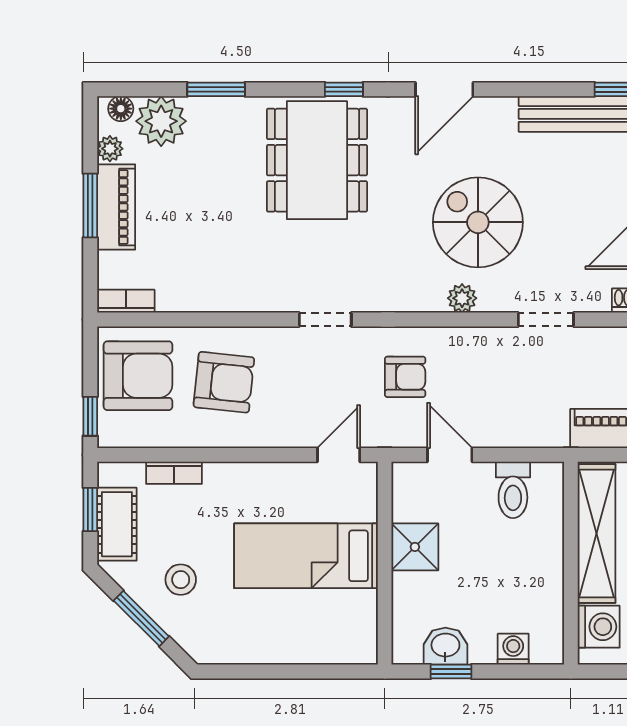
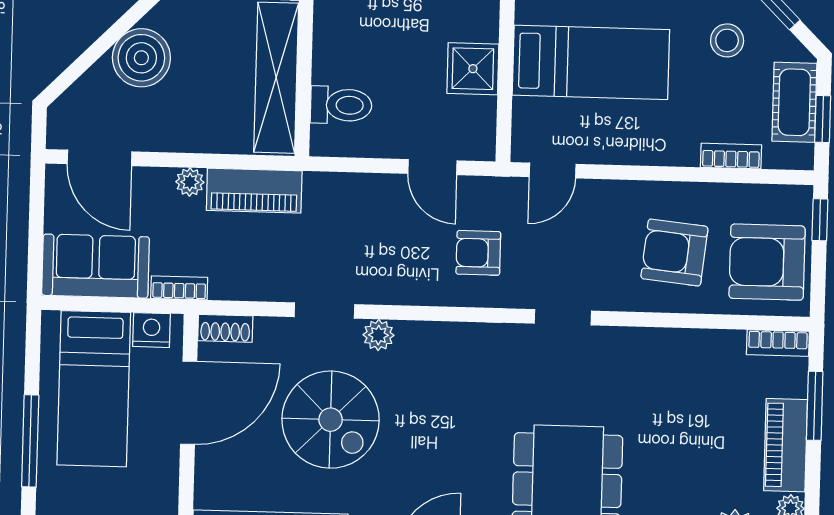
window: (90, 205) -> (815, 406), moved
spiral stairs: (478, 222) -> (331, 420), moved
plant: (462, 298) -> (378, 335), moved
toilet: (513, 490) -> (341, 105), moved, turned 90

